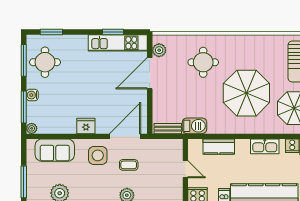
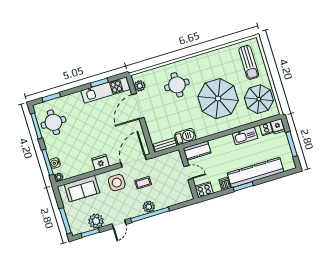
water cooler: (32, 95) -> (55, 163), moved
kitchen counter: (219, 147) -> (197, 151), moved

